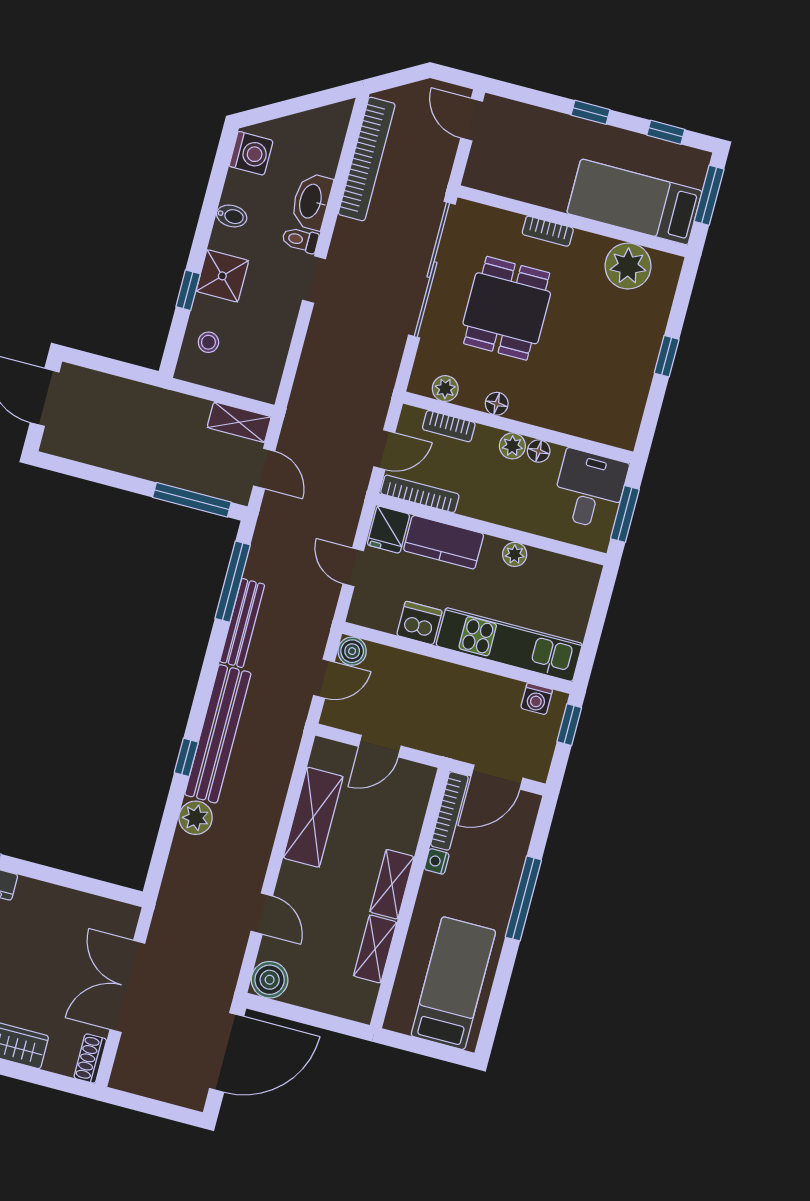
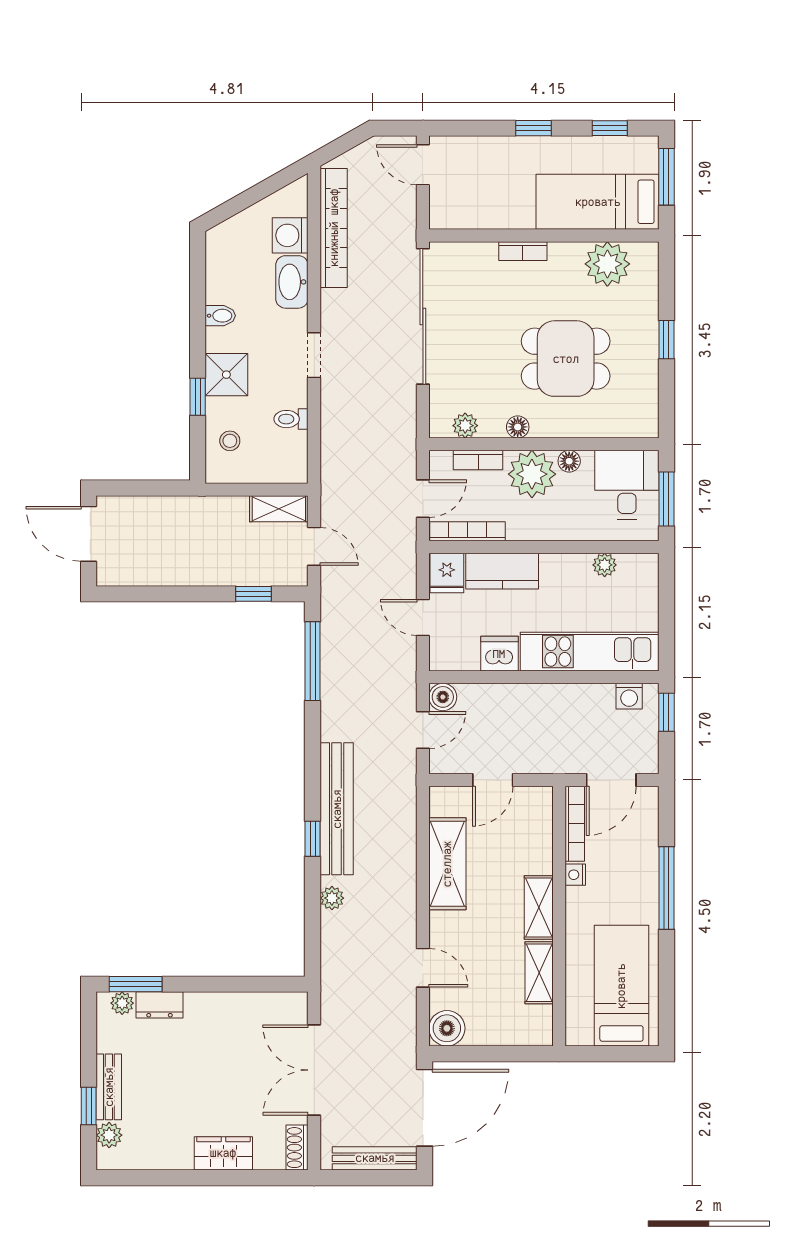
washing machine: (251, 153) -> (290, 235), moved, turned 180
toilet: (300, 240) -> (291, 419), moved
dining table: (507, 308) -> (566, 359), moved, turned 90
plant: (512, 446) -> (532, 474), width x1.88, depth x1.88
window: (192, 500) -> (254, 594), width x0.46
plant: (515, 554) -> (605, 565), moved
bench: (242, 623) -> (375, 1158), moved, turned 90
plant: (196, 818) -> (332, 898), width x0.73, depth x0.73

